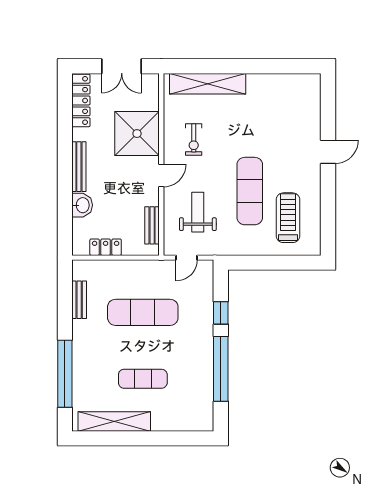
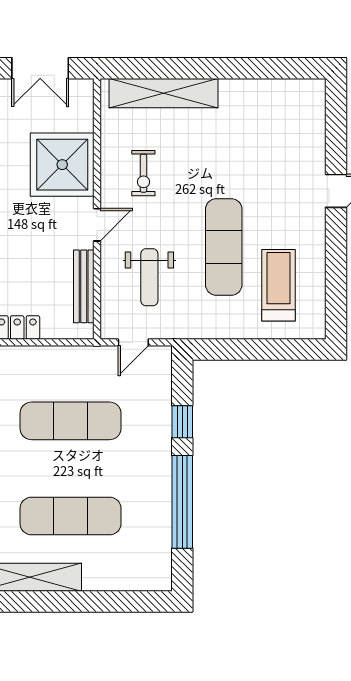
weight bench: (198, 212) -> (149, 277), turned 180
bench: (152, 225) -> (84, 286), width x1.36
exercise mat: (143, 379) -> (71, 516), width x1.36, depth x1.45

